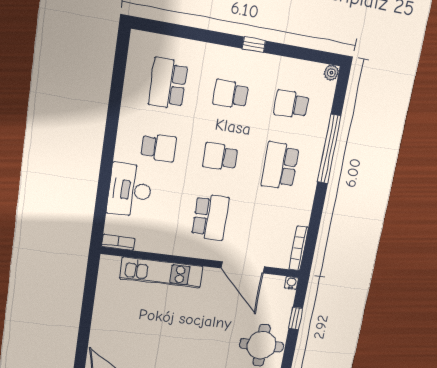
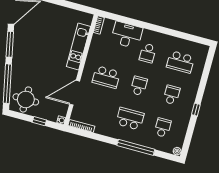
school desk: (168, 84) -> (180, 62), turned 180

